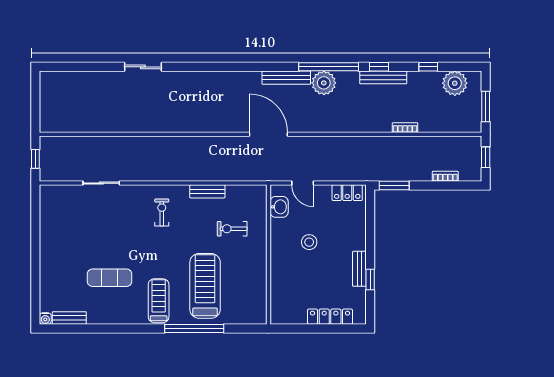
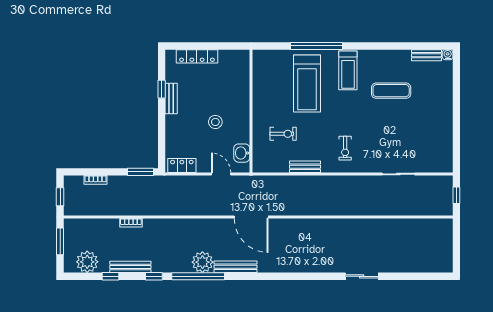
bench: (383, 77) -> (130, 267), moved

